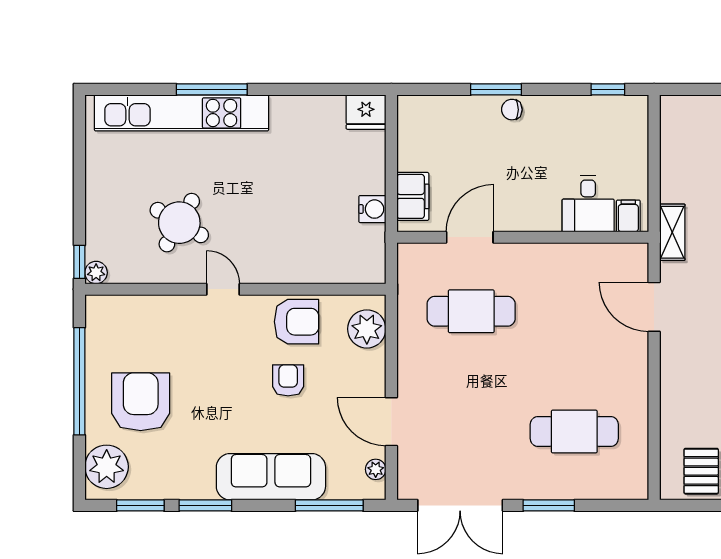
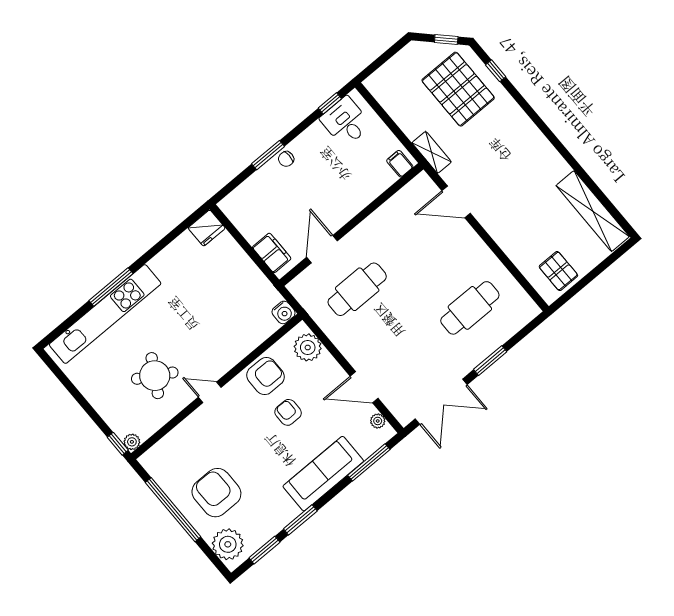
desk: (588, 204) -> (346, 122), moved, turned 180
water cooler: (372, 209) -> (284, 312), moved, turned 90

